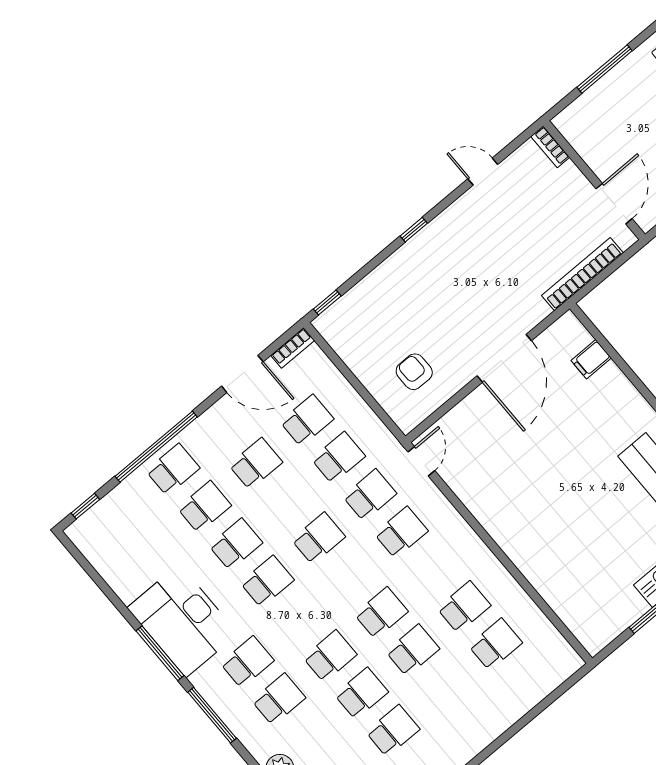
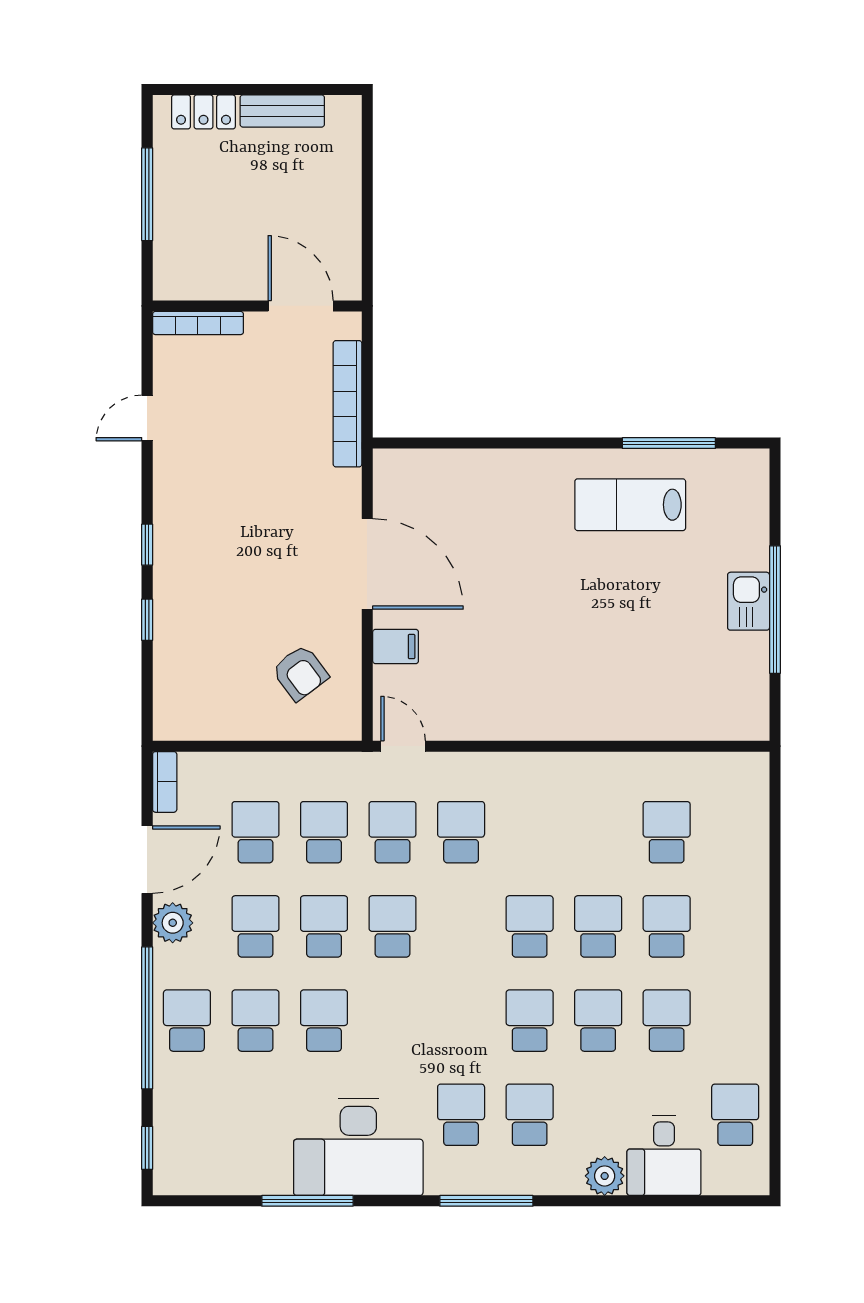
bookcase: (550, 147) -> (198, 323), width x1.56
window: (327, 302) -> (147, 620), moved
filing cabinet: (591, 359) -> (396, 647), moved, turned -90
armchair: (414, 372) -> (300, 673), turned -127
plant: (220, 417) -> (173, 923), added
school desk: (267, 581) -> (324, 926), moved
school desk: (464, 607) -> (667, 926), moved
window: (160, 653) -> (307, 1201), moved

